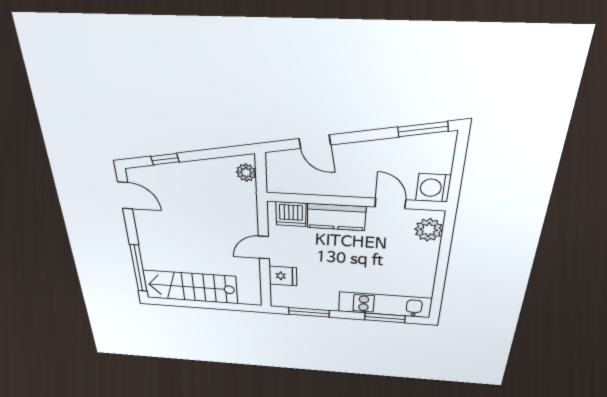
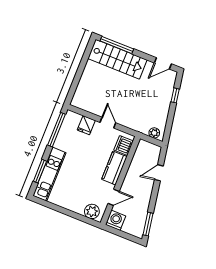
stairs: (191, 287) -> (117, 59), moved, turned 90
window: (309, 312) -> (57, 130), width x1.44

